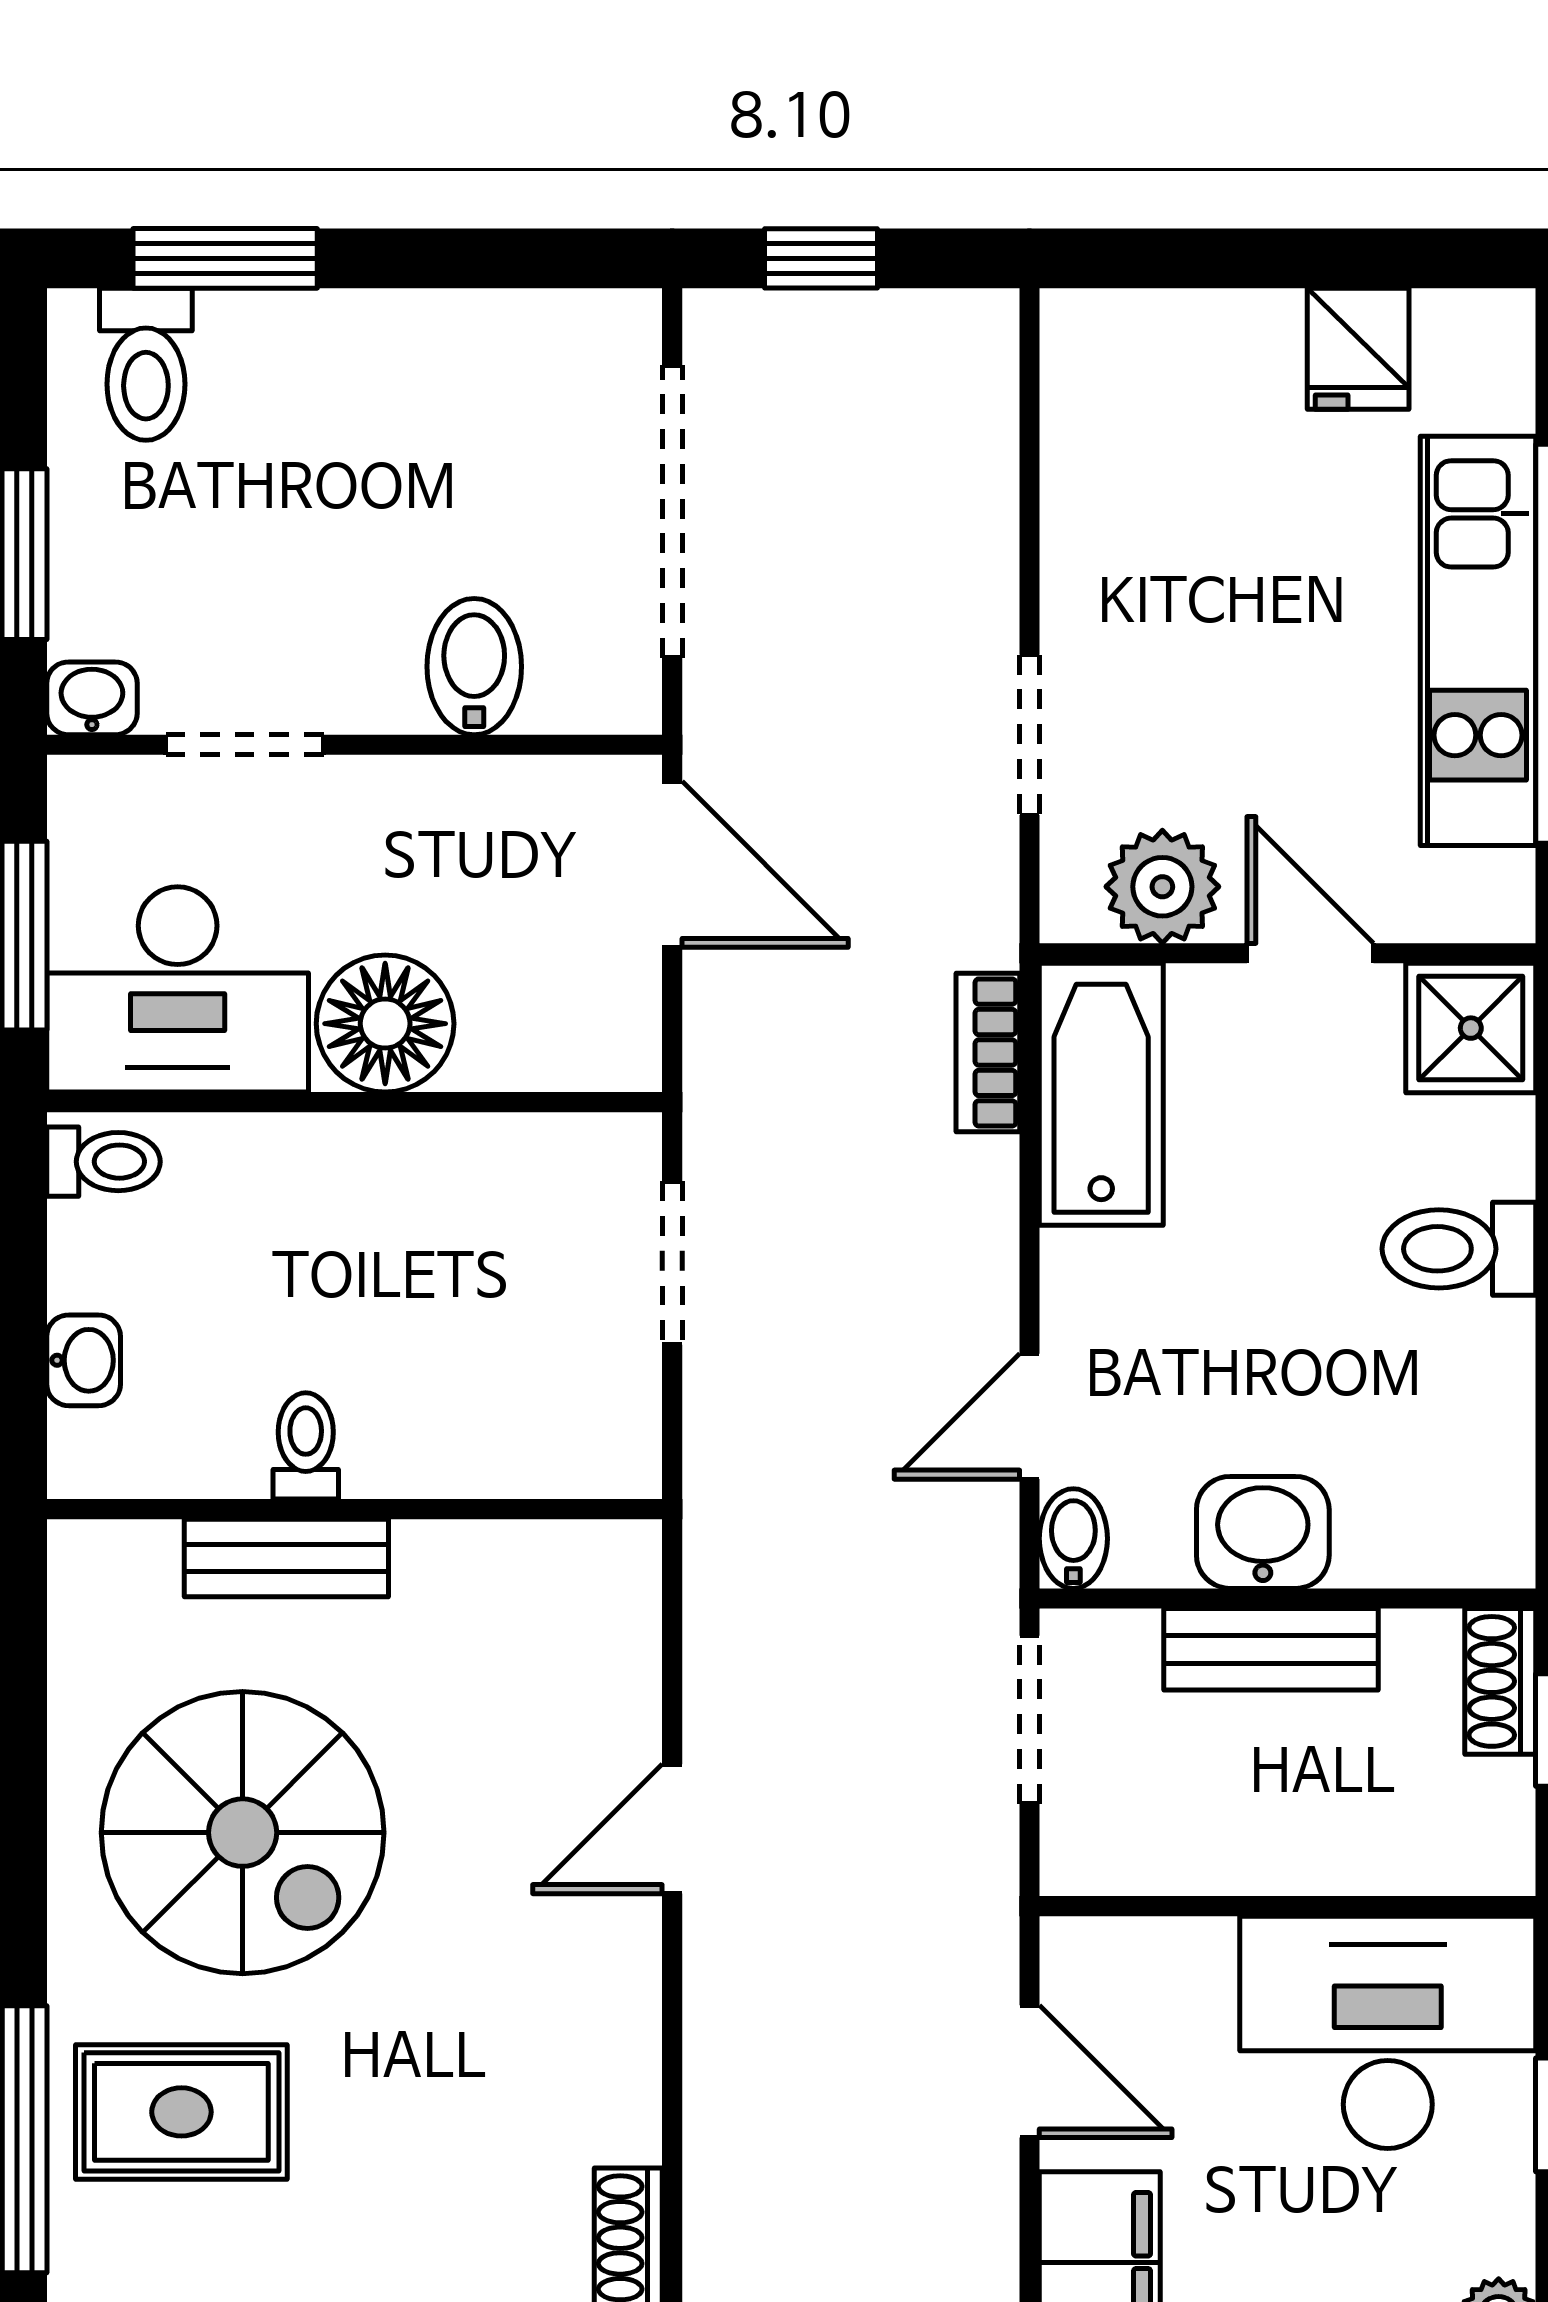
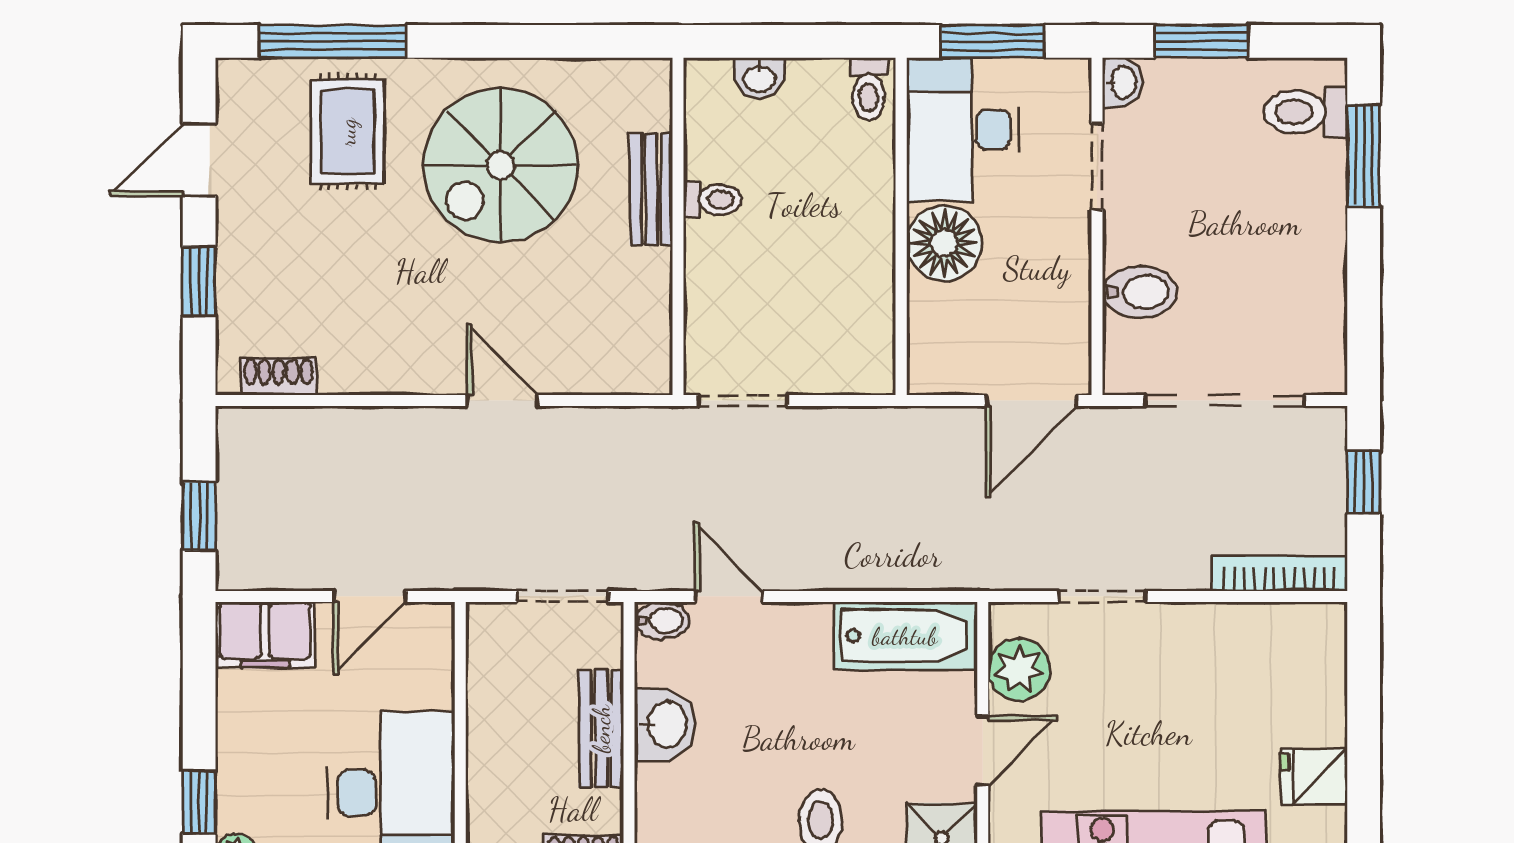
bookcase: (988, 1052) -> (1279, 574), moved, width x1.56
doorway: (672, 1263) -> (743, 401), moved

